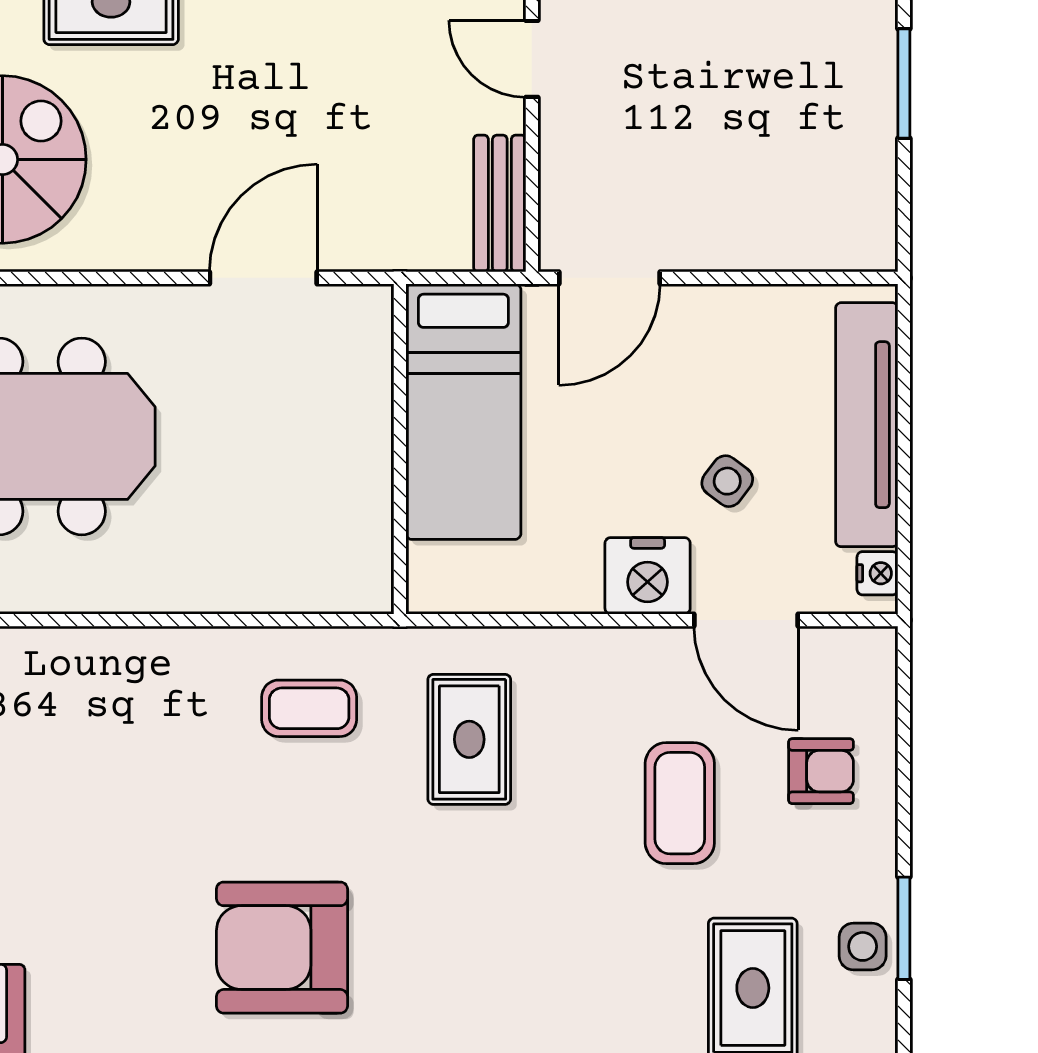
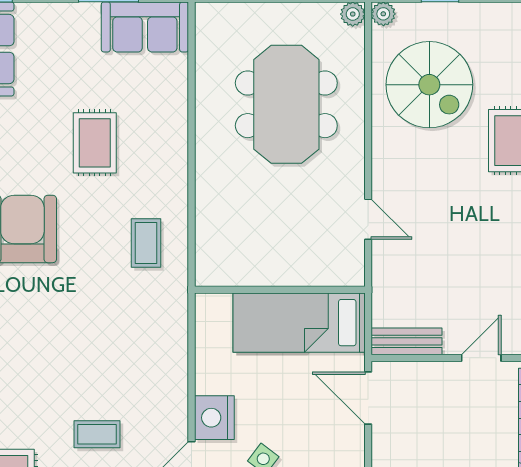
door: (263, 278) -> (368, 219), width x0.73
rug: (469, 739) -> (95, 143), moved, turned 90
coffee table: (680, 803) -> (97, 434), width x0.73, depth x0.77

